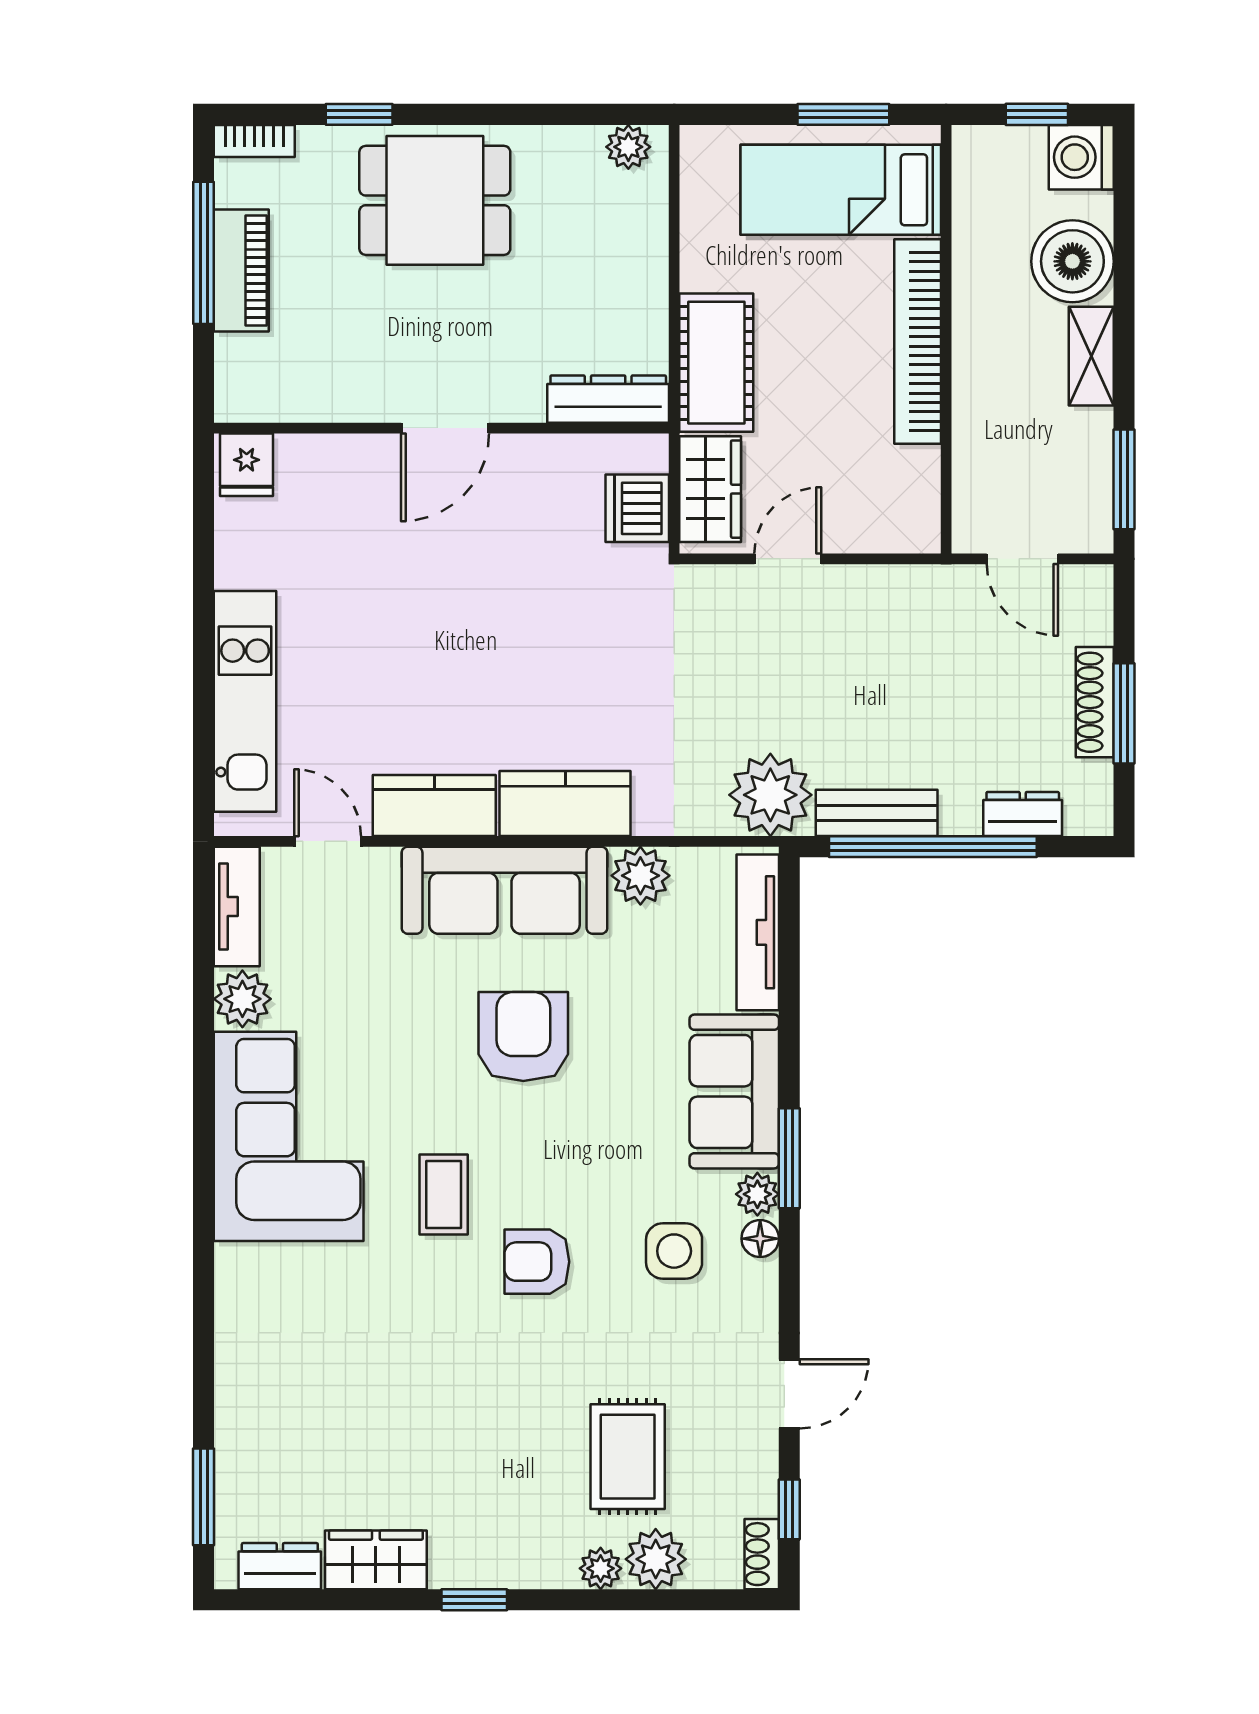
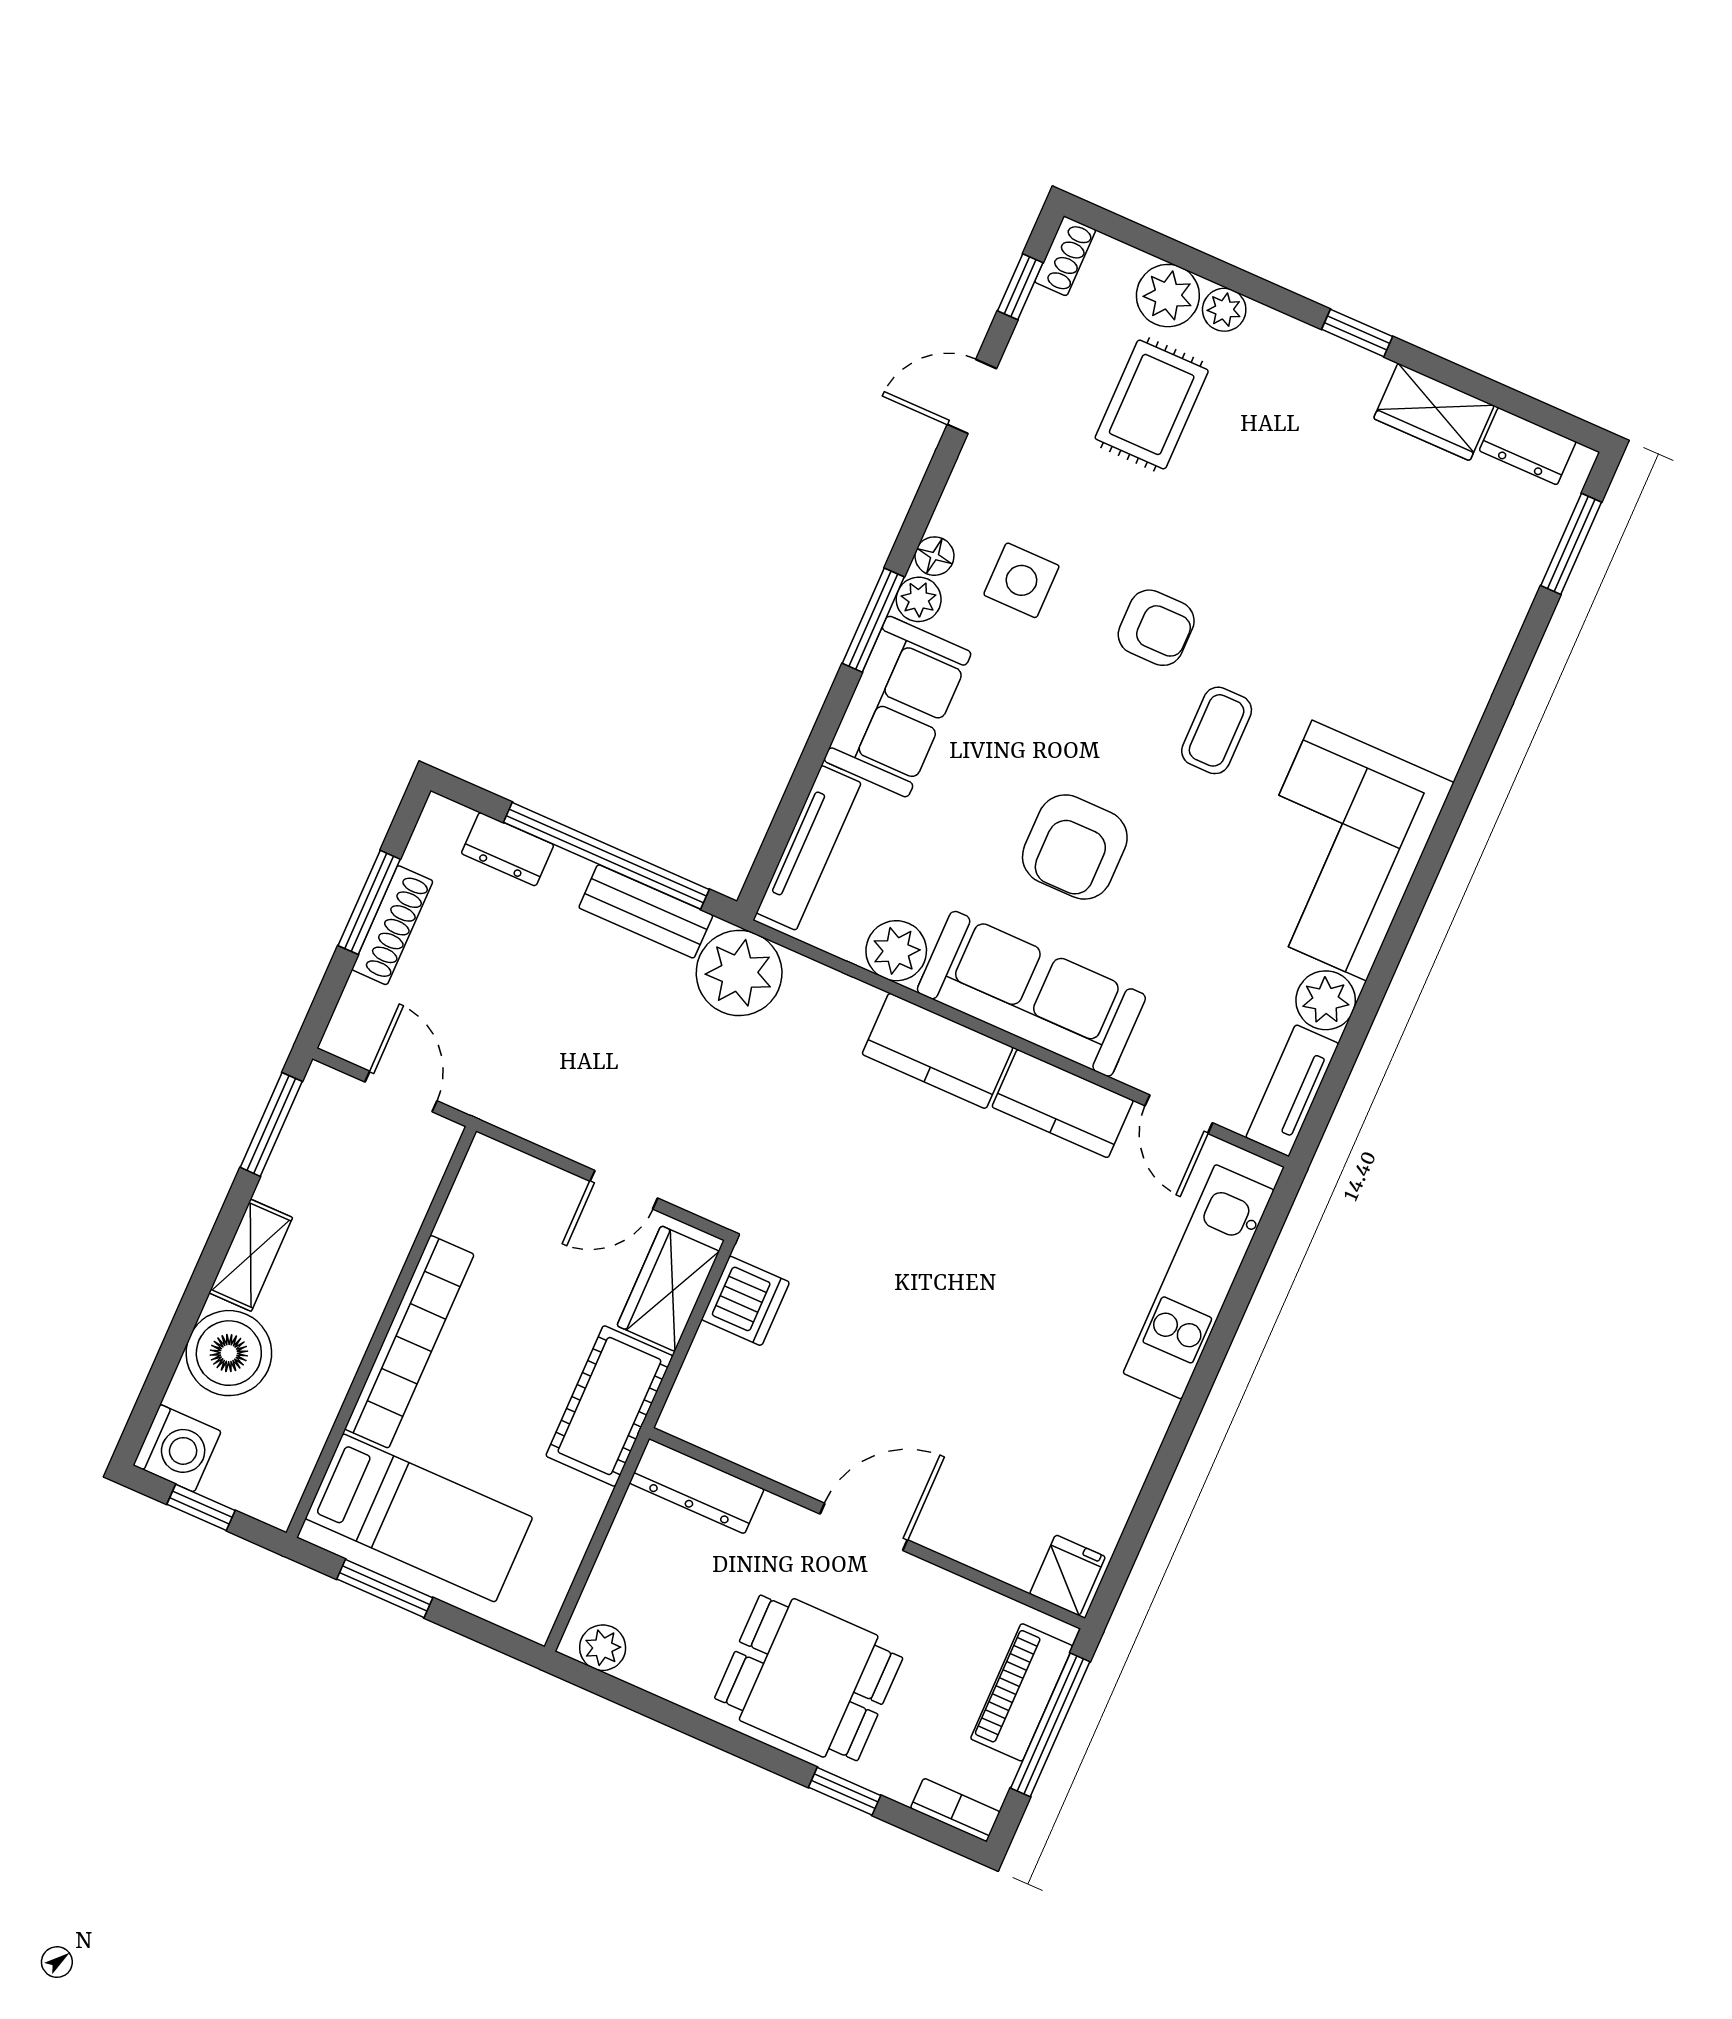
dresser: (608, 399) -> (697, 1486), moved
wall: (441, 428) -> (867, 1528), moved
door: (445, 428) -> (864, 1527), moved
fridge: (247, 465) -> (1067, 1575), moved

